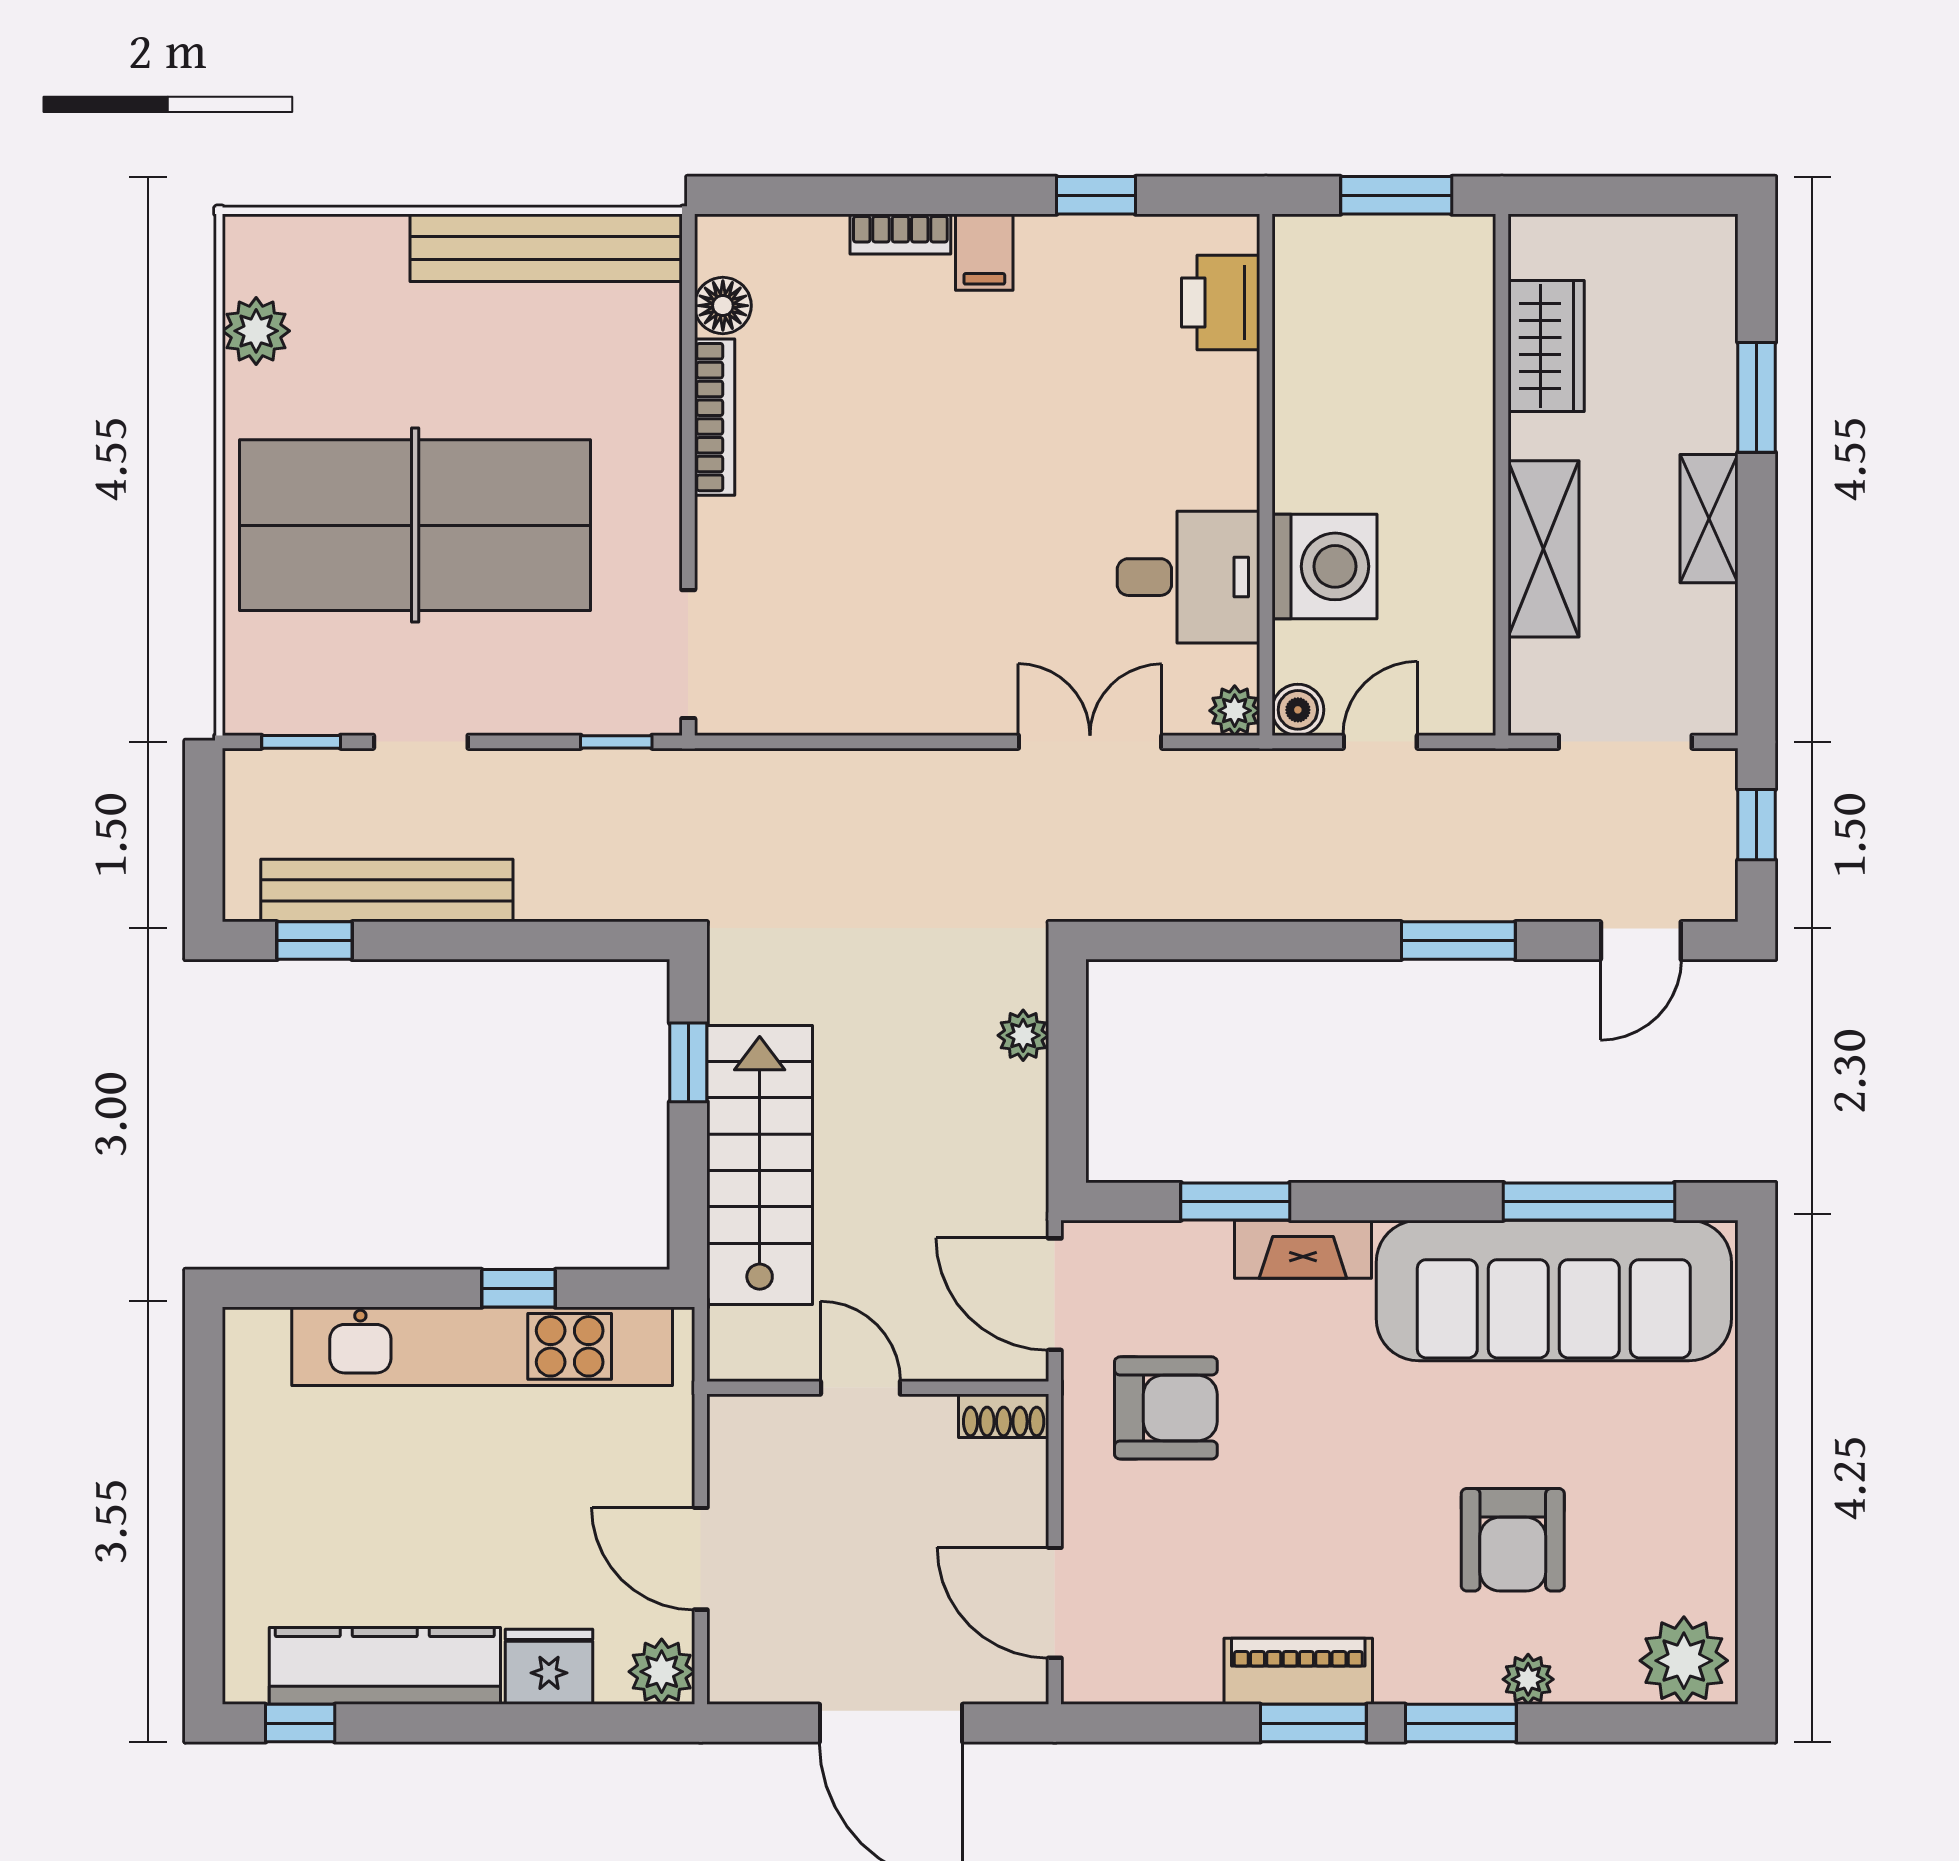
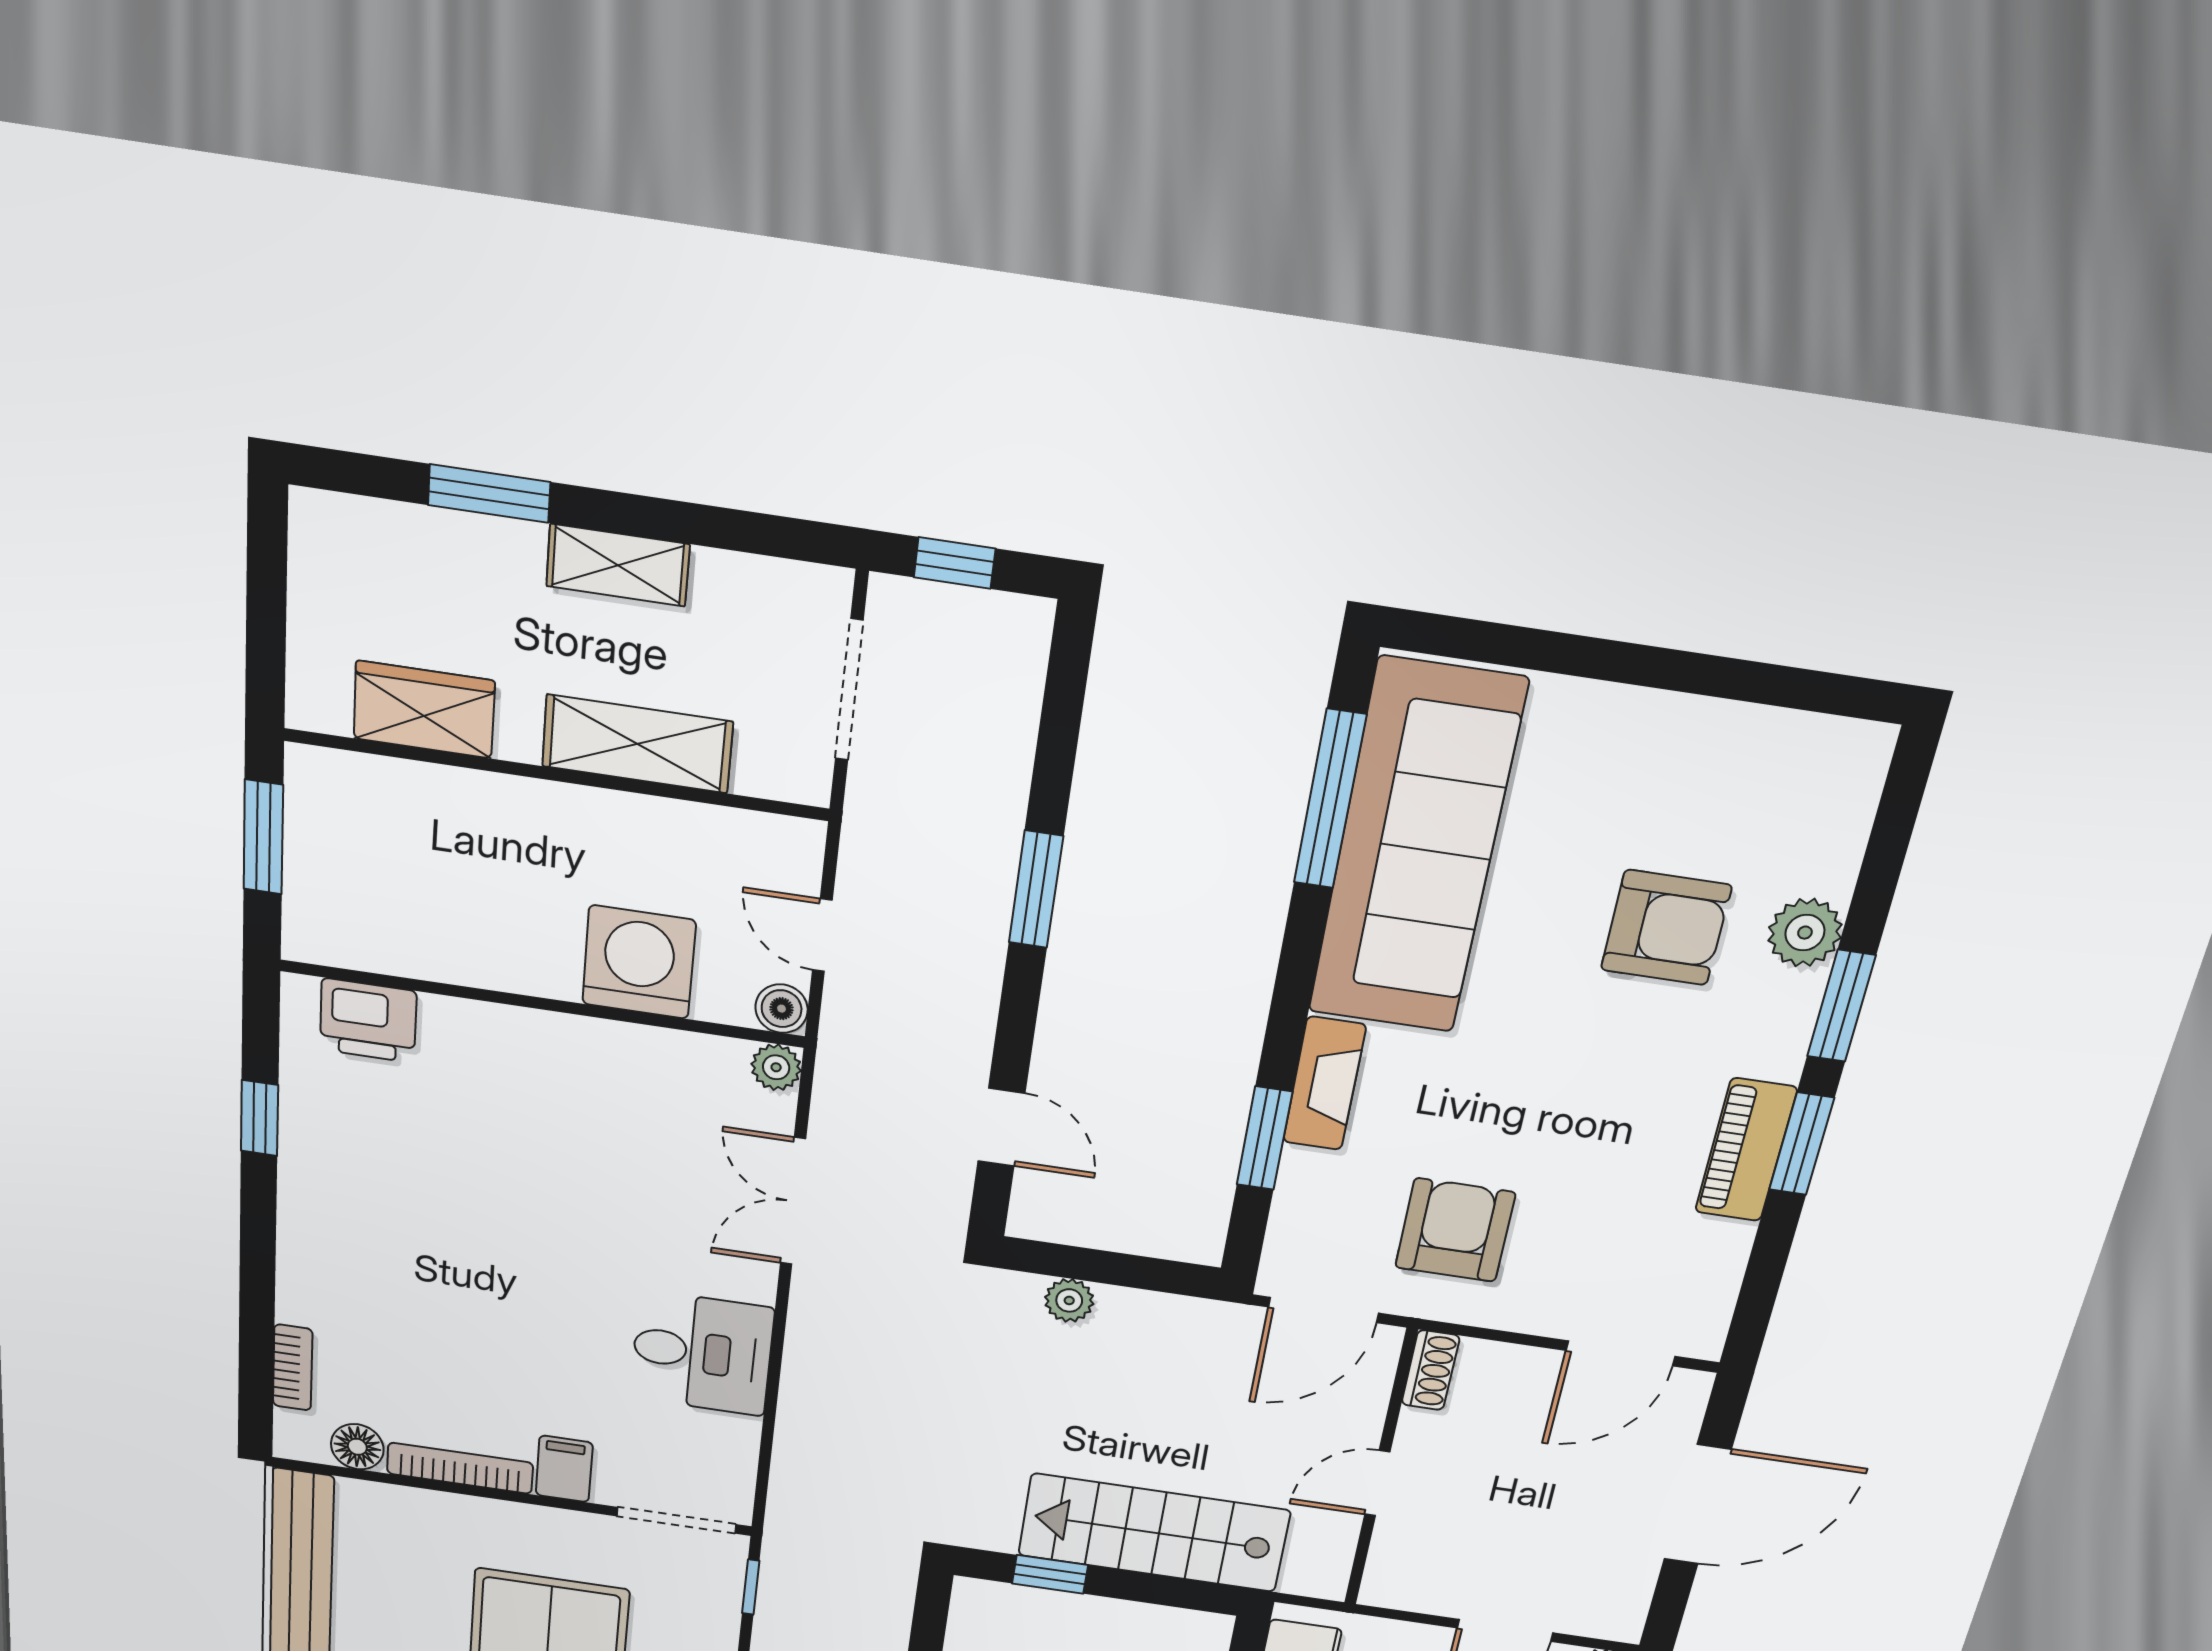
bookcase: (900, 234) -> (293, 1367), moved
filing cabinet: (984, 252) -> (564, 1469), moved, turned -90
desk: (1189, 577) -> (702, 1353), moved, turned 90
door: (1641, 941) -> (1001, 1127), moved
plant: (1684, 1661) -> (1839, 774), removed
plant: (1528, 1679) -> (1805, 933), width x1.38, depth x1.38

